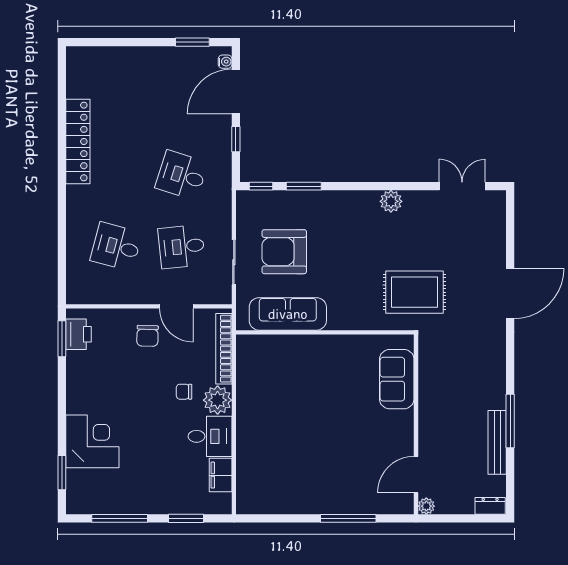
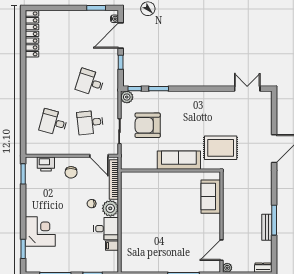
locker: (78, 141) -> (32, 34), moved
plant: (391, 201) -> (127, 97), moved
door: (176, 306) -> (99, 156), moved
sofa: (288, 314) -> (179, 160), moved
printer: (78, 334) -> (46, 164), moved, turned 90
bench: (497, 442) -> (267, 227), width x0.73
filing cabinet: (221, 475) -> (112, 246), width x0.50

